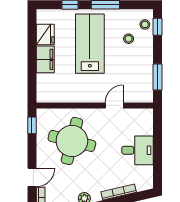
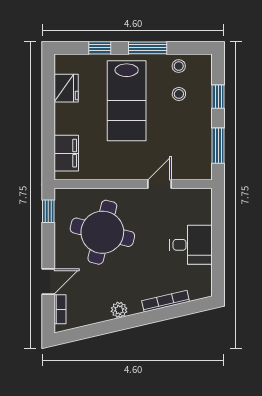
stool: (145, 24) -> (179, 66), moved
window: (158, 27) -> (218, 97), moved
lab bench: (90, 44) -> (127, 101), turned 180
filing cabinet: (45, 59) -> (66, 153), moved

